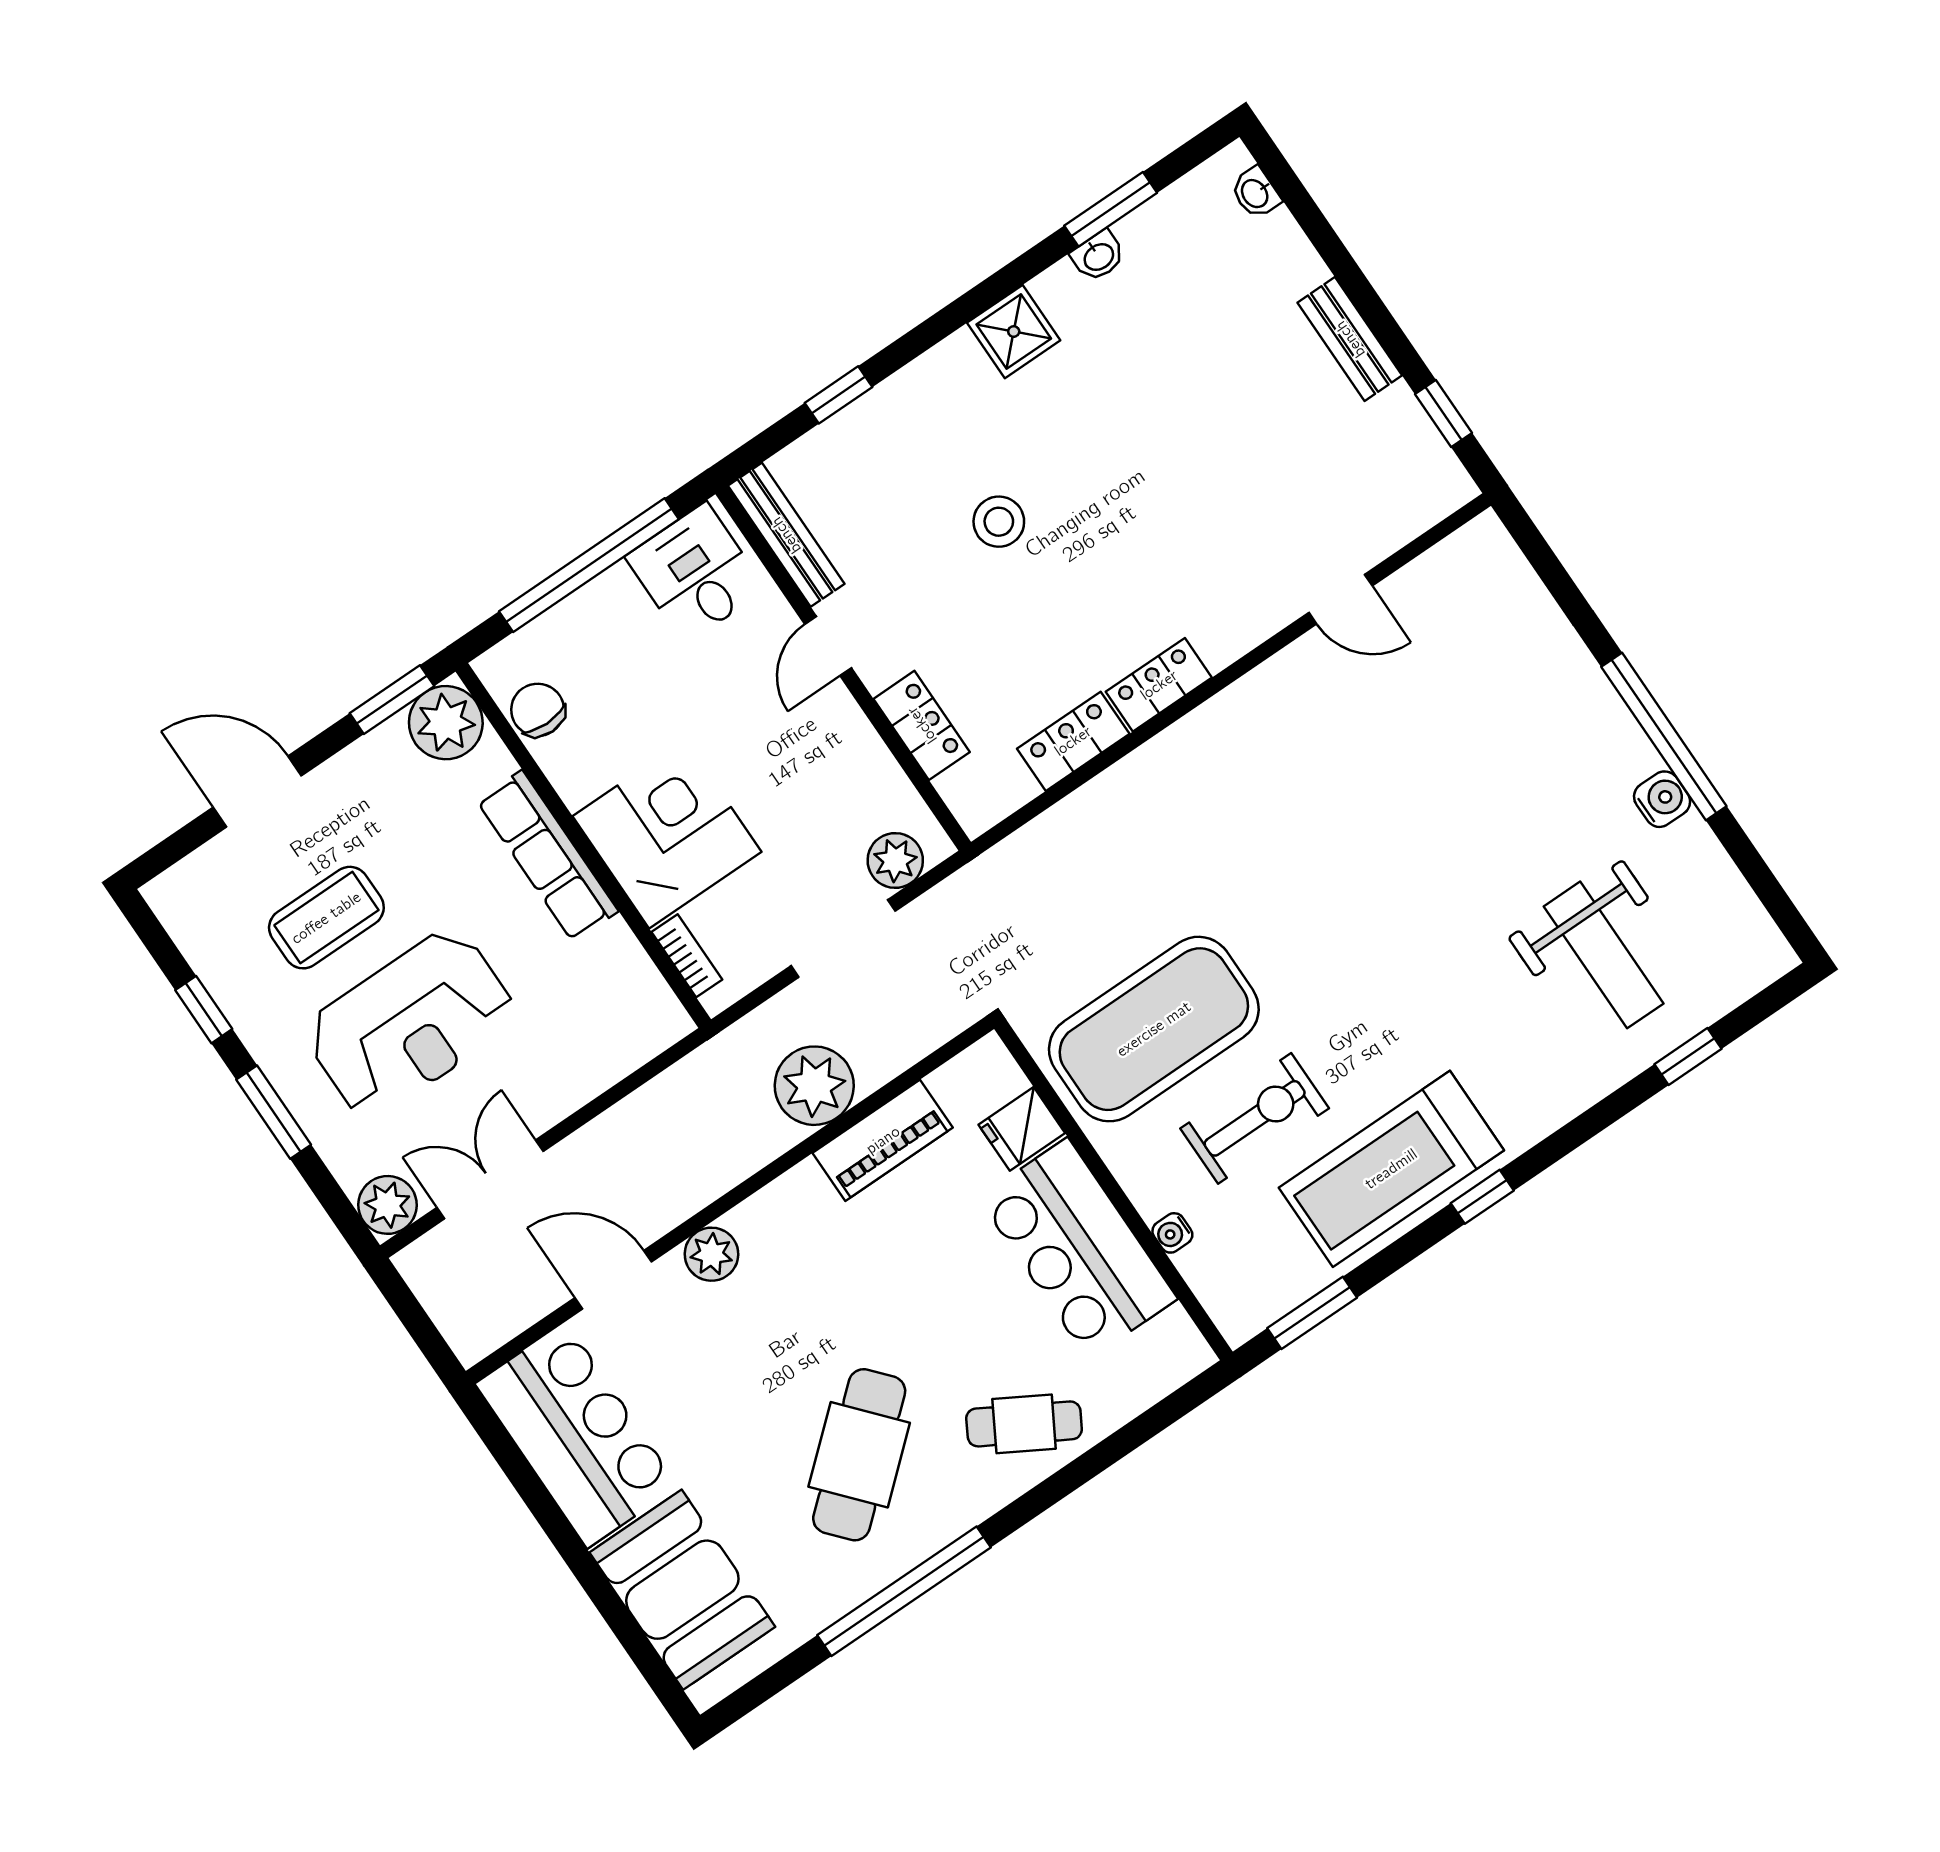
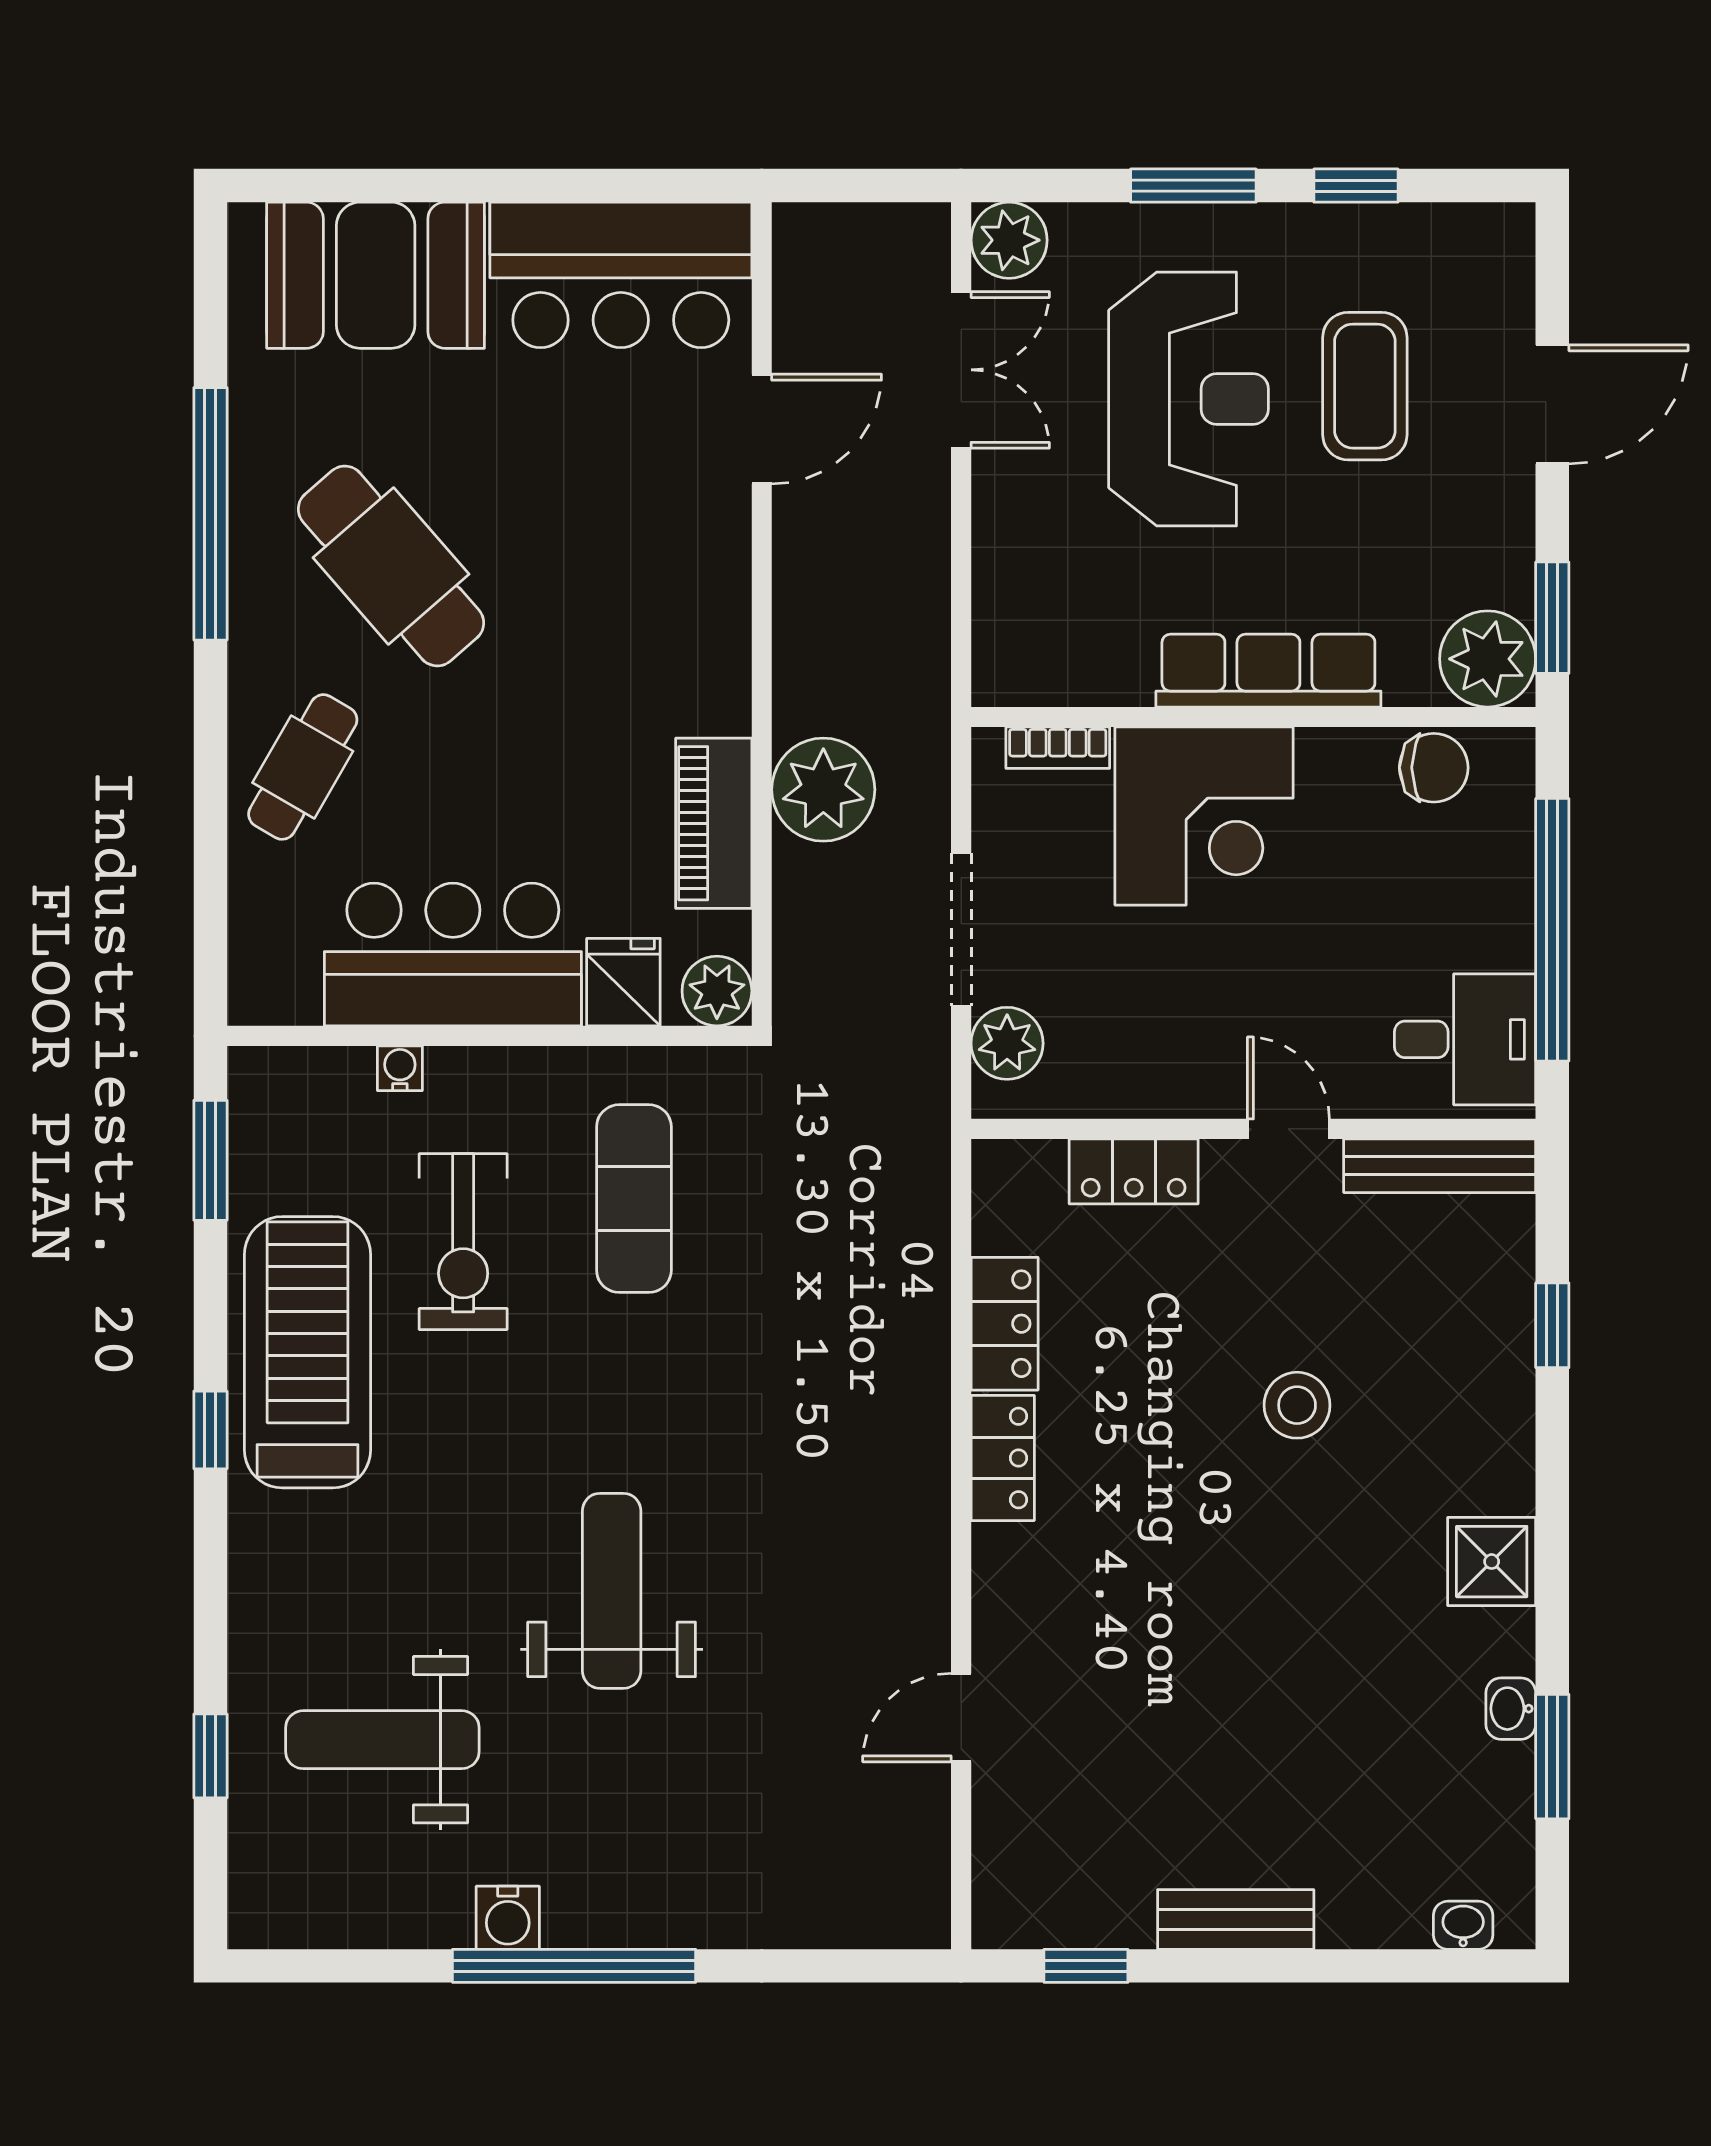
weight bench: (1411, 874) -> (612, 1591), added
reception desk: (411, 1023) -> (1188, 399), turned 180
exercise mat: (1154, 1029) -> (634, 1199), width x0.50, depth x0.69
plant: (711, 1254) -> (717, 991), moved

